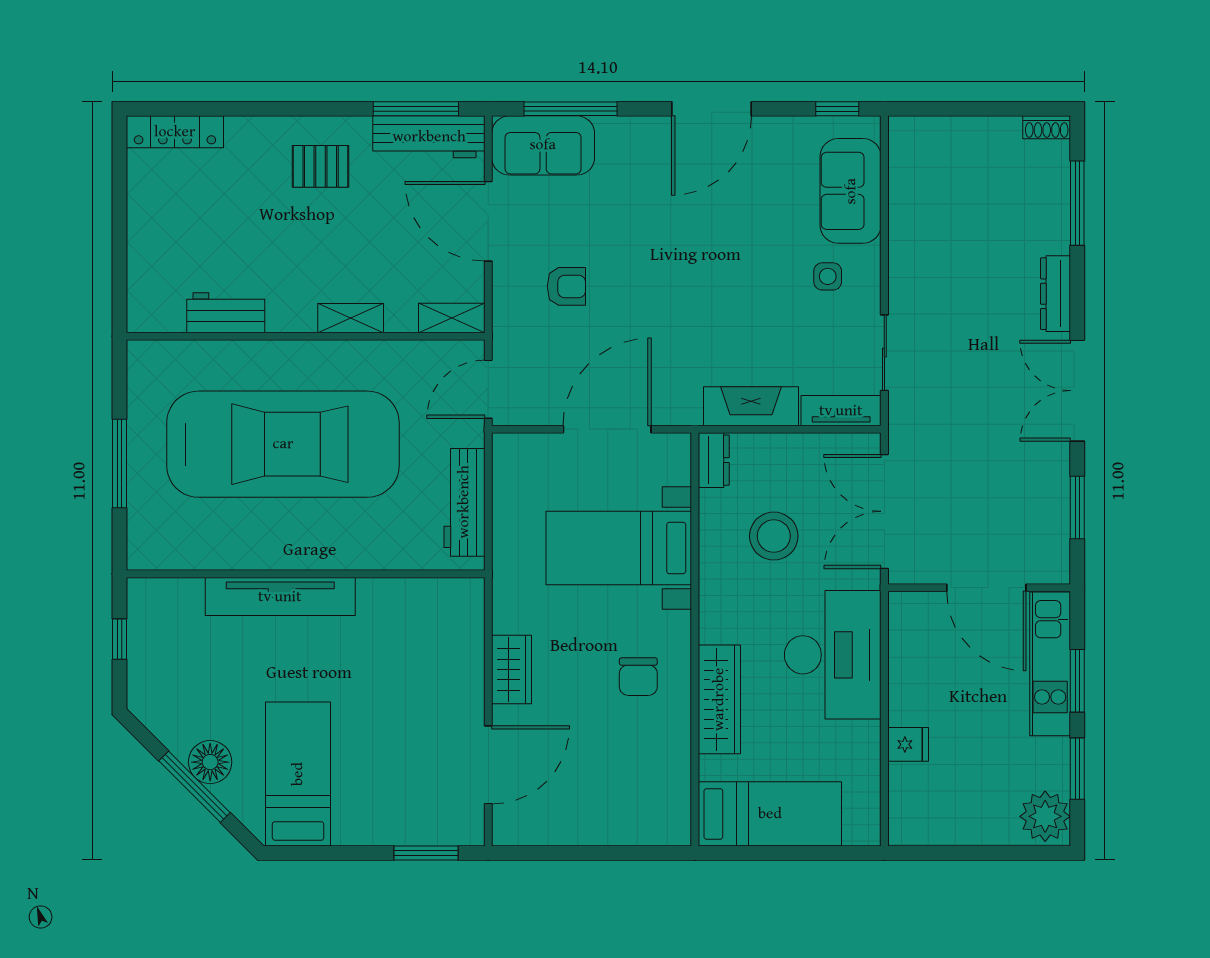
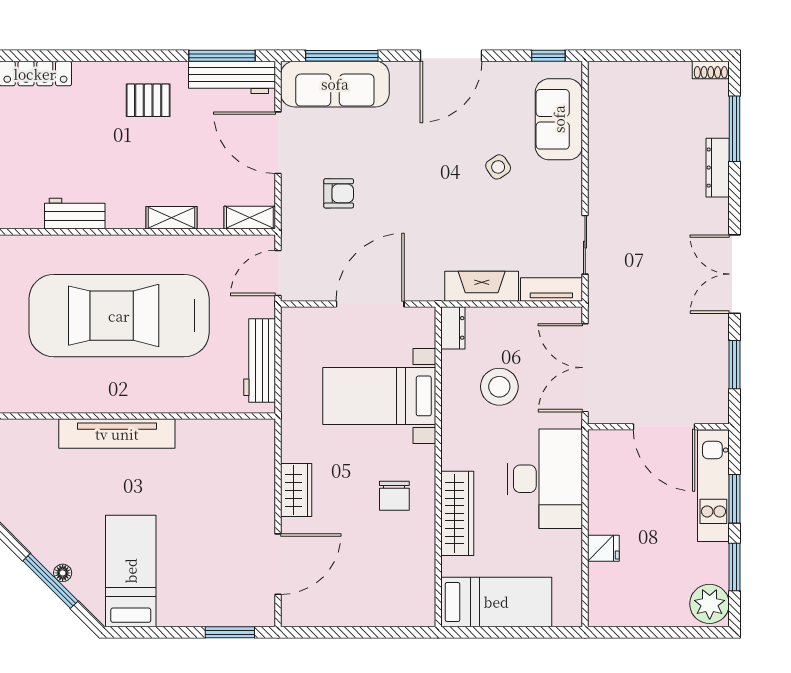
sofa: (543, 145) -> (335, 84), width x1.36
side table: (828, 276) -> (498, 167), moved, turned -34
dresser: (1056, 294) -> (718, 168), moved
car: (283, 444) -> (119, 316), turned 180
floor lamp: (210, 762) -> (63, 573), width x0.53, depth x0.53

